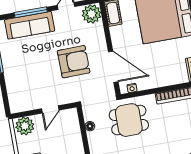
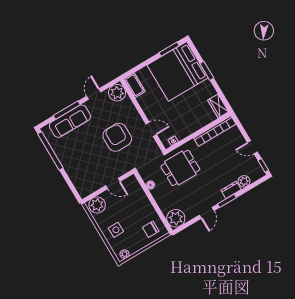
armchair: (74, 62) -> (117, 137), turned -89
door: (113, 67) -> (151, 129), width x0.53
door: (50, 109) -> (113, 184), hinge flipped

